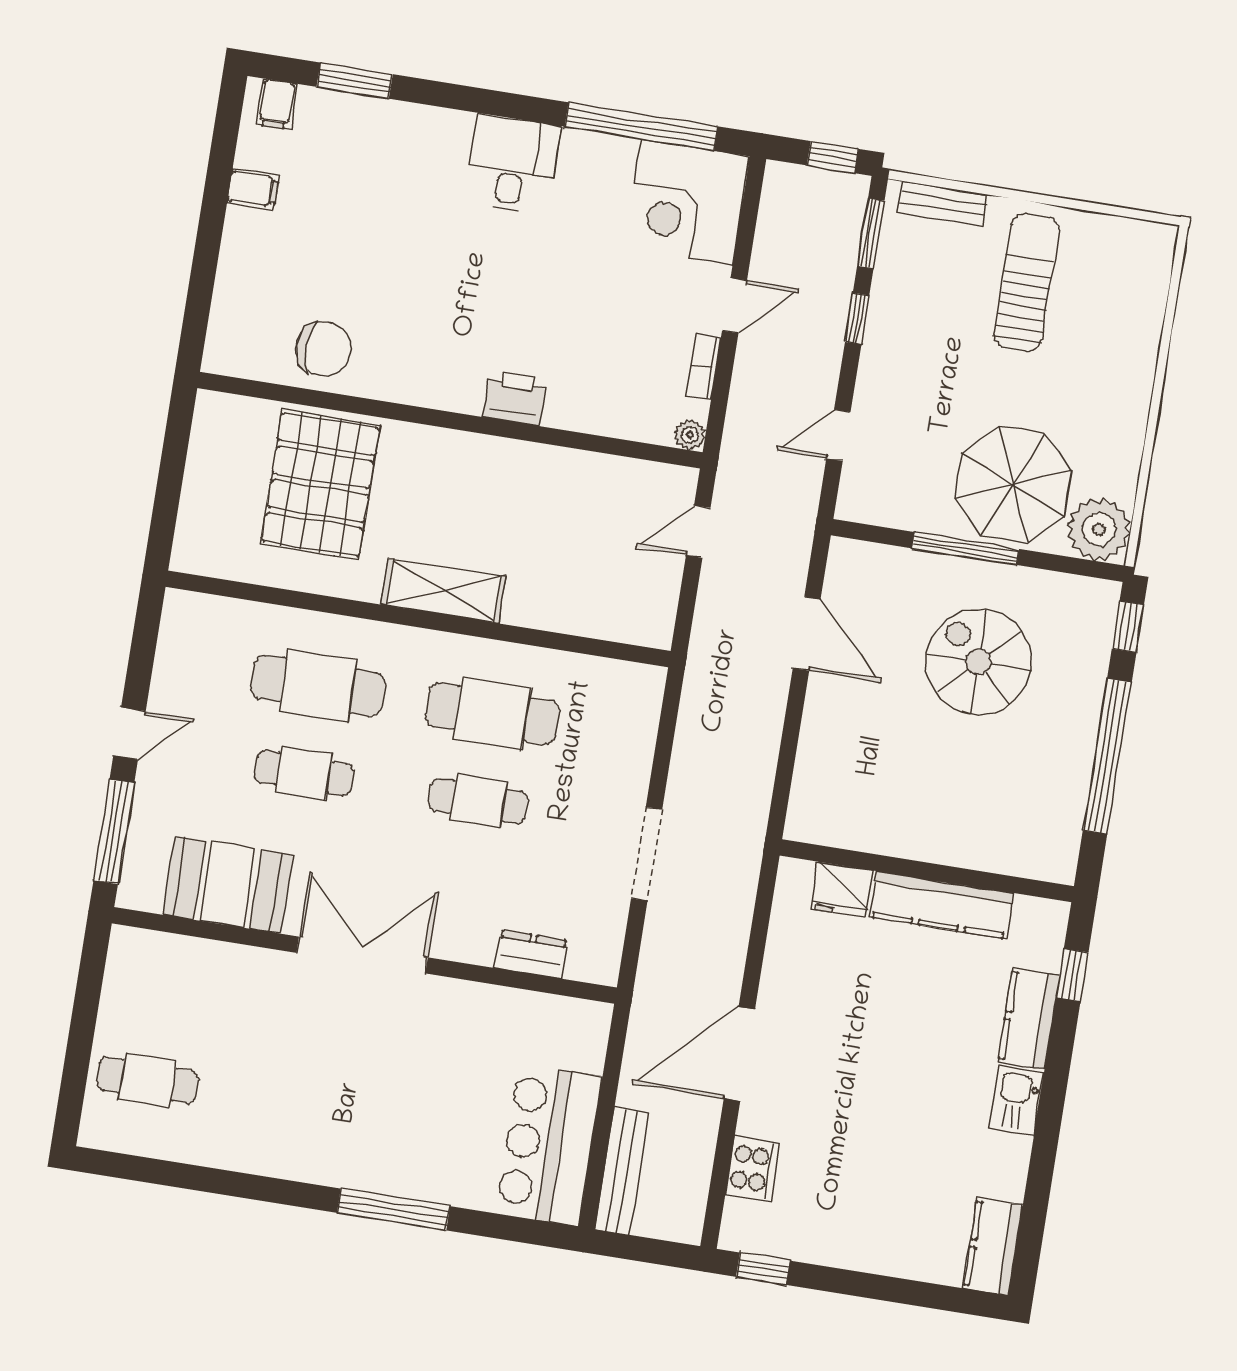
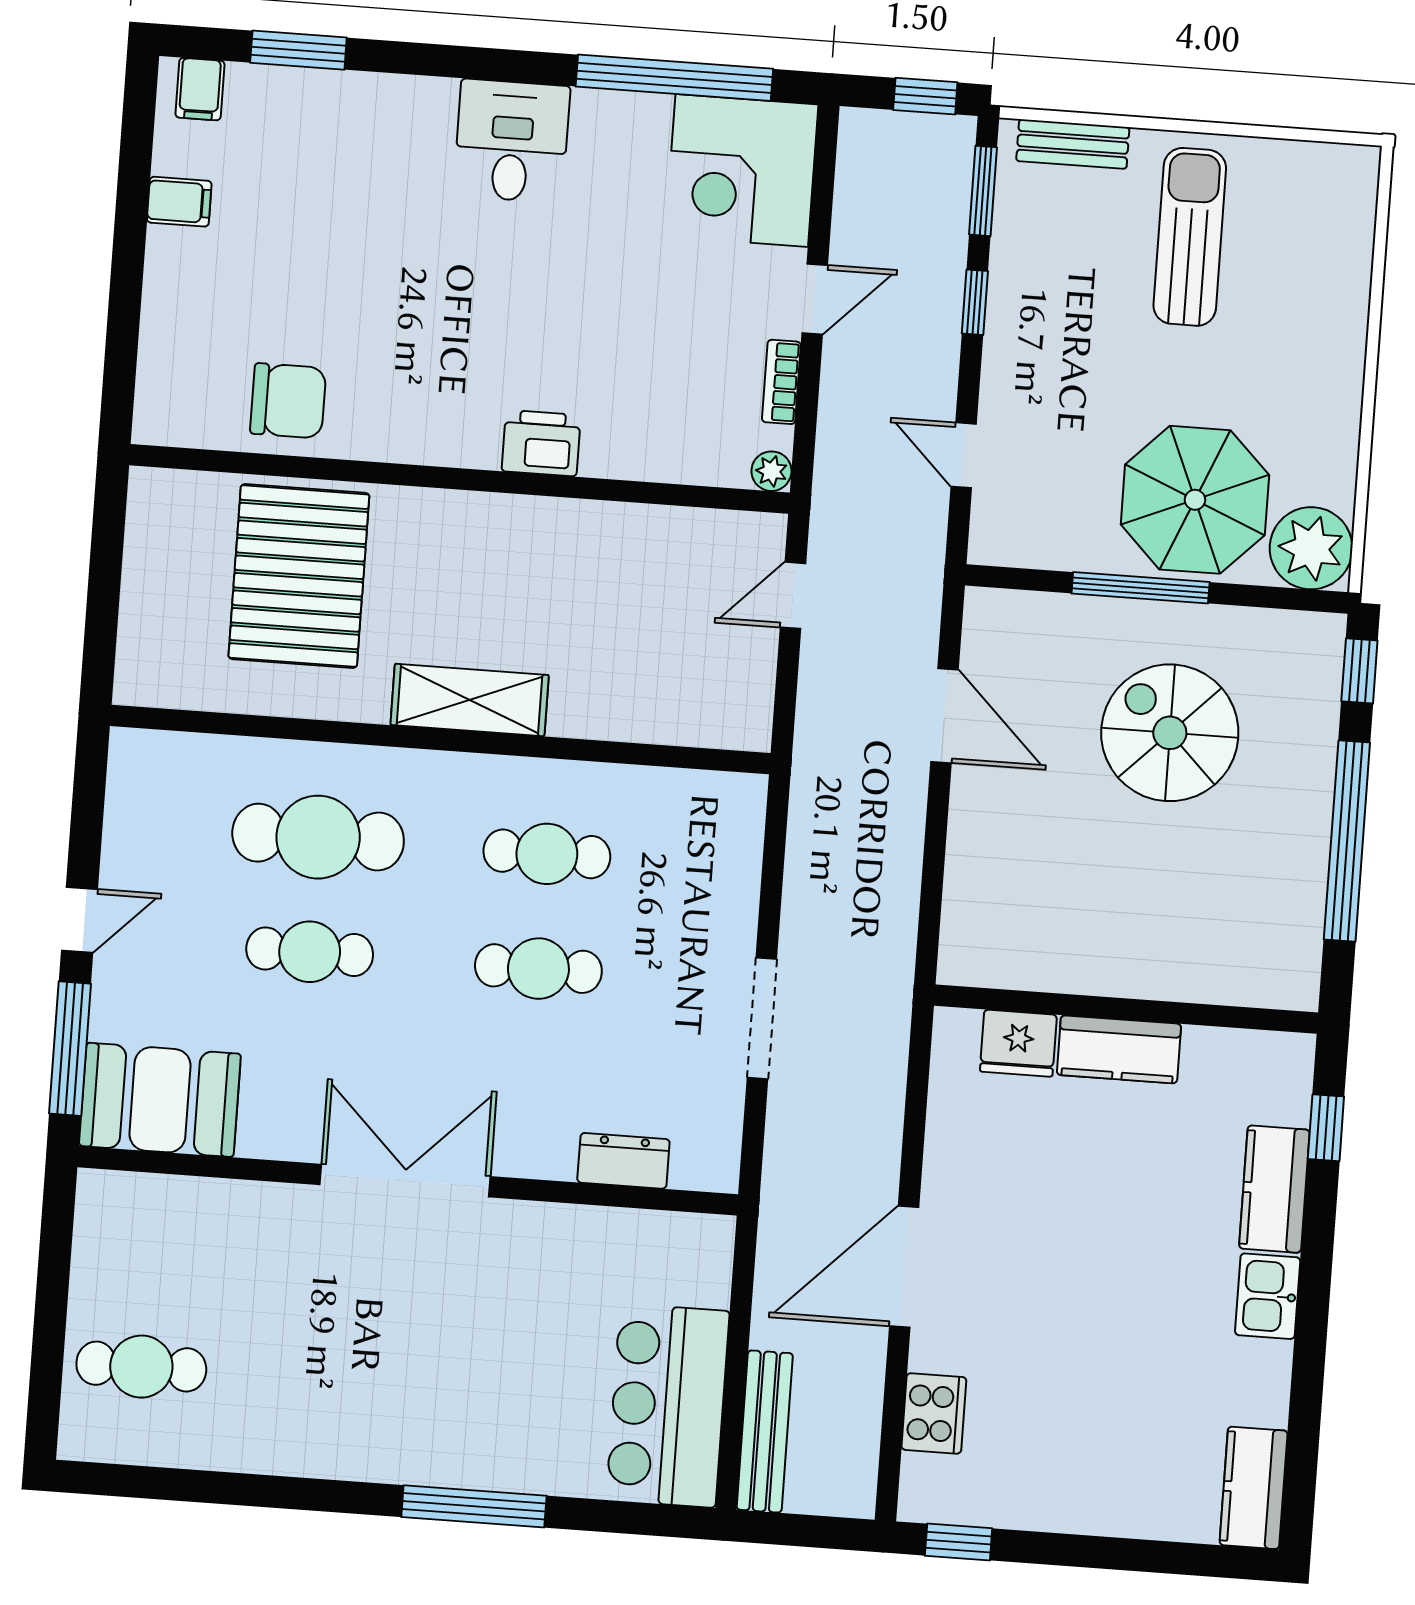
door: (838, 435) -> (964, 455), hinge flipped
cafe table: (492, 714) -> (547, 854), width x0.73, depth x0.74
booth: (228, 885) -> (160, 1100), moved
kitchen counter: (941, 905) -> (1119, 1049), width x0.67

